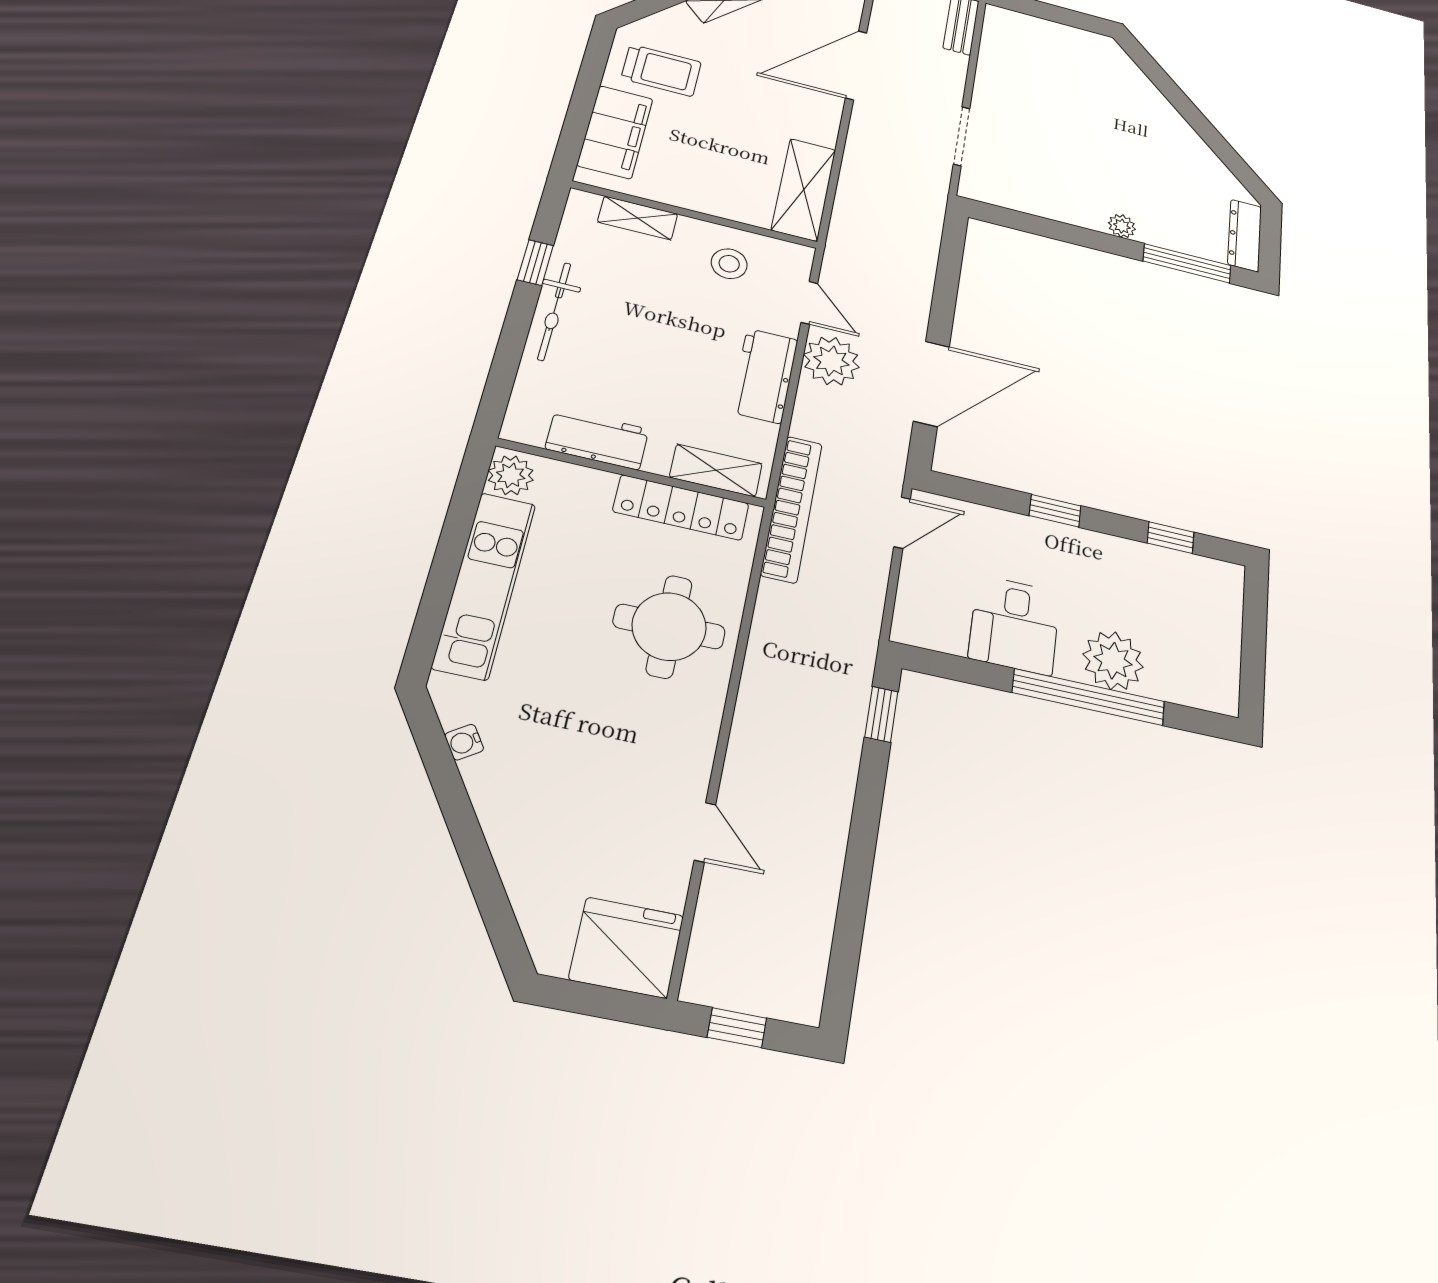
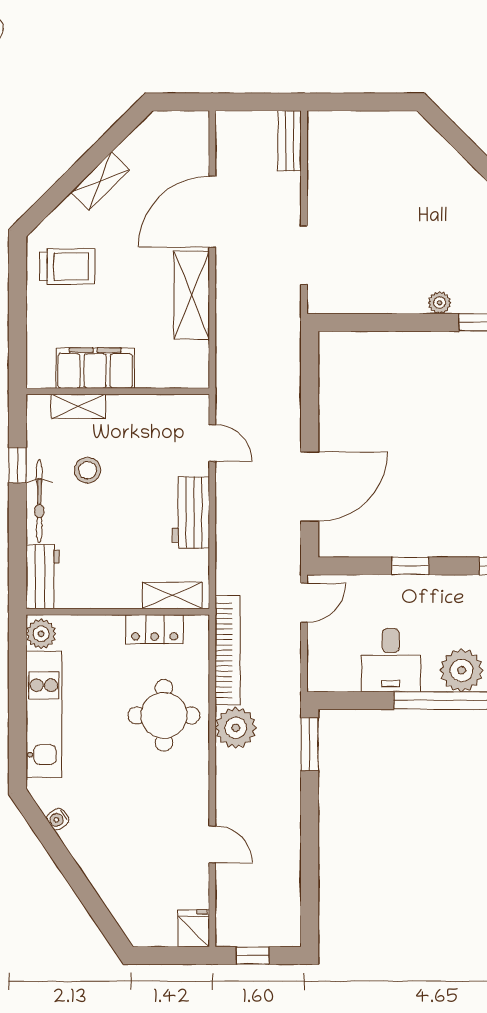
filing cabinet: (615, 132) -> (95, 368), moved, turned -90
shelving: (804, 189) -> (192, 295), moved
stool: (729, 264) -> (88, 470), moved
plant: (831, 361) -> (236, 728), moved
workbench: (597, 439) -> (43, 577), moved, turned 90
locker: (681, 508) -> (155, 629), width x0.66
bookcase: (792, 509) -> (228, 650), moved
window: (881, 714) -> (310, 744), width x1.50
fridge: (627, 947) -> (194, 928), width x0.53, depth x0.75

